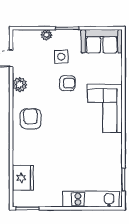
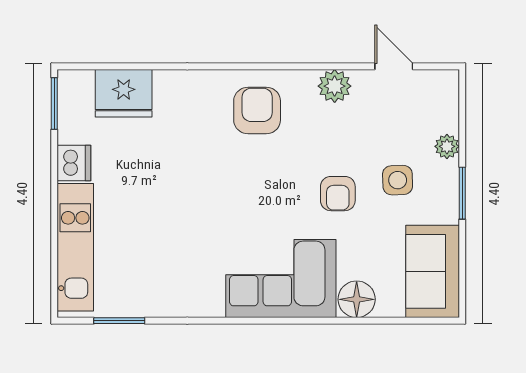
floor lamp: (114, 75) -> (357, 299), added
armchair: (31, 119) -> (257, 110), turned -90
dishwasher: (54, 200) -> (74, 163), added

